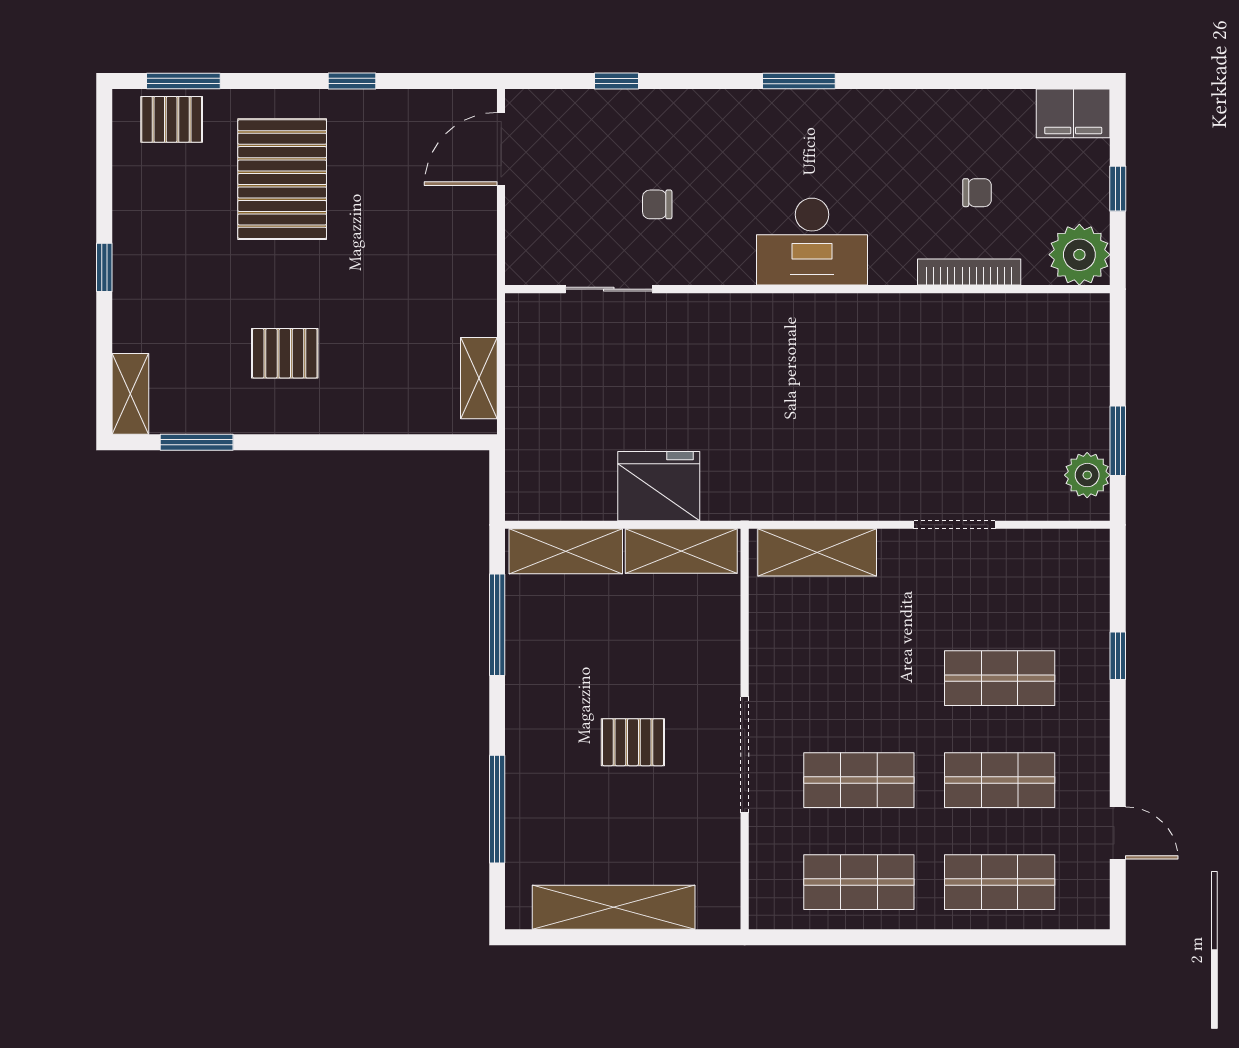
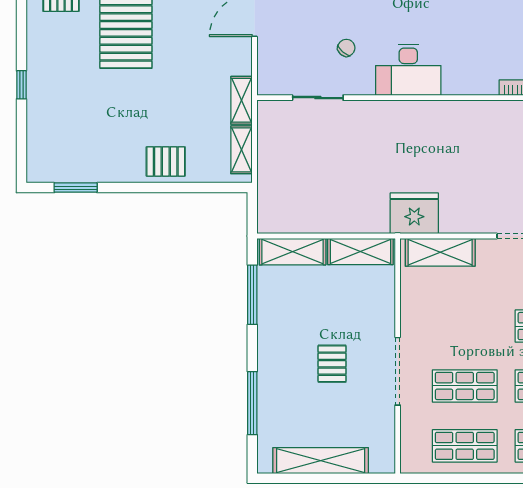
chair: (657, 204) -> (346, 48), turned 131
desk: (812, 242) -> (408, 70), moved
pallet: (285, 353) -> (166, 161), moved
shelving: (130, 394) -> (242, 100), moved
fridge: (659, 486) -> (414, 213), moved
pallet: (633, 742) -> (332, 364), turned 90

